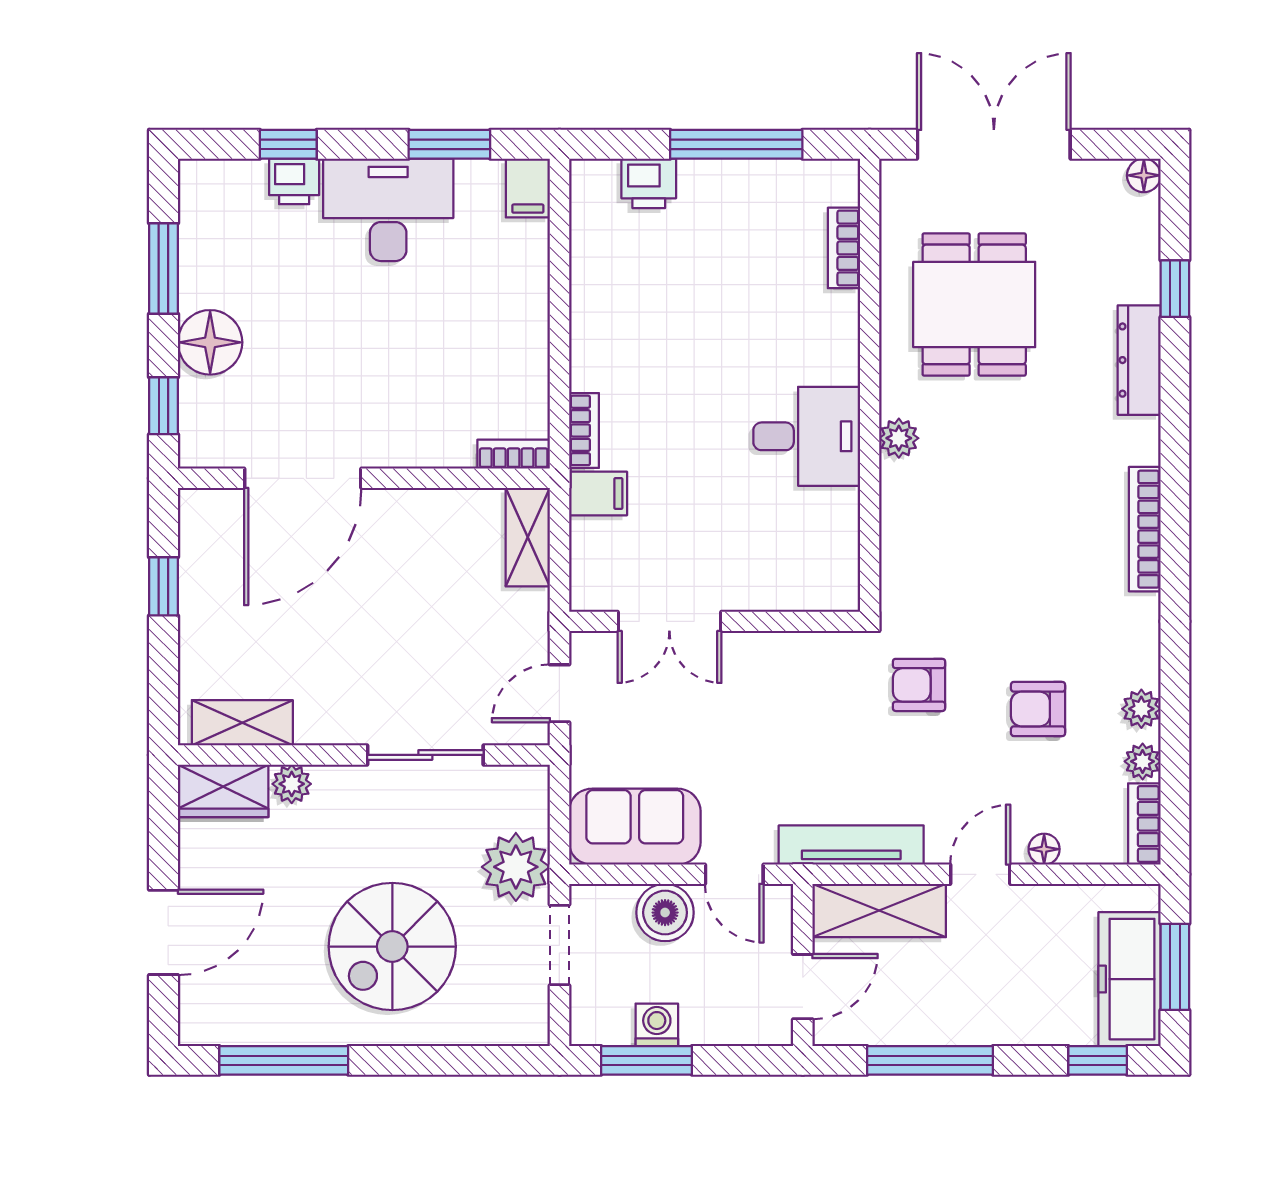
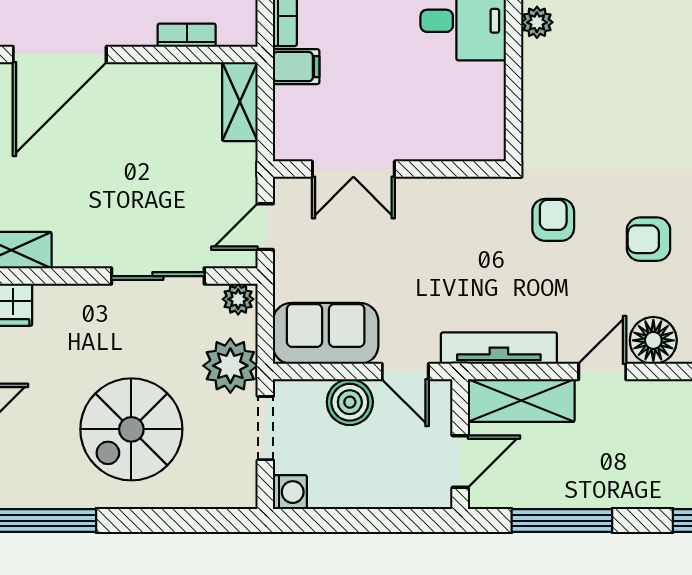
bookcase: (514, 454) -> (187, 35), moved
armchair: (919, 685) -> (553, 220), turned 90
plant: (292, 784) -> (238, 299), moved
floor lamp: (1044, 849) -> (653, 340), width x1.89, depth x1.89
washing machine: (657, 1025) -> (290, 492), moved, turned 90
window: (647, 1060) -> (335, 521), removed

